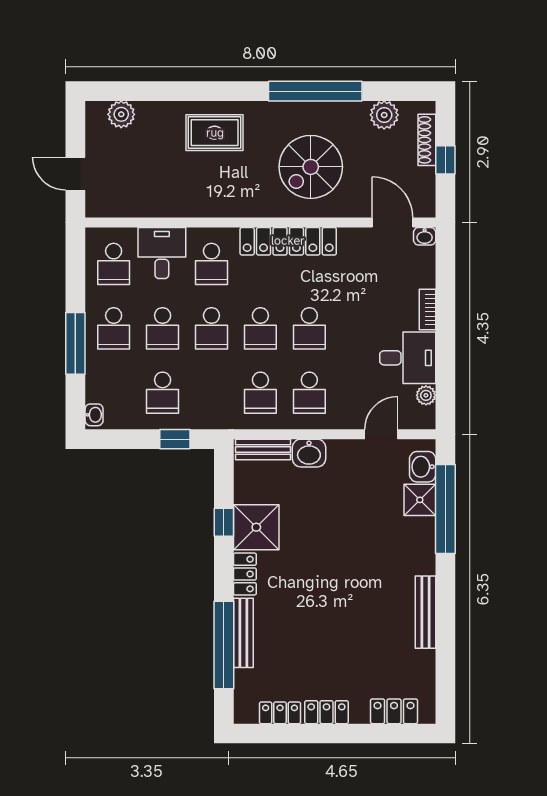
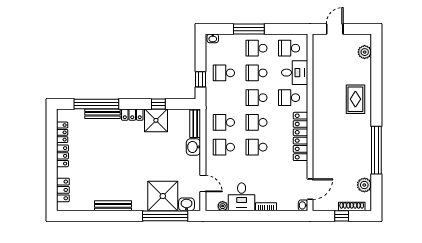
spiral stairs: (311, 167) -> (338, 148), removed
shower: (420, 500) -> (163, 196), width x1.86, depth x1.86

